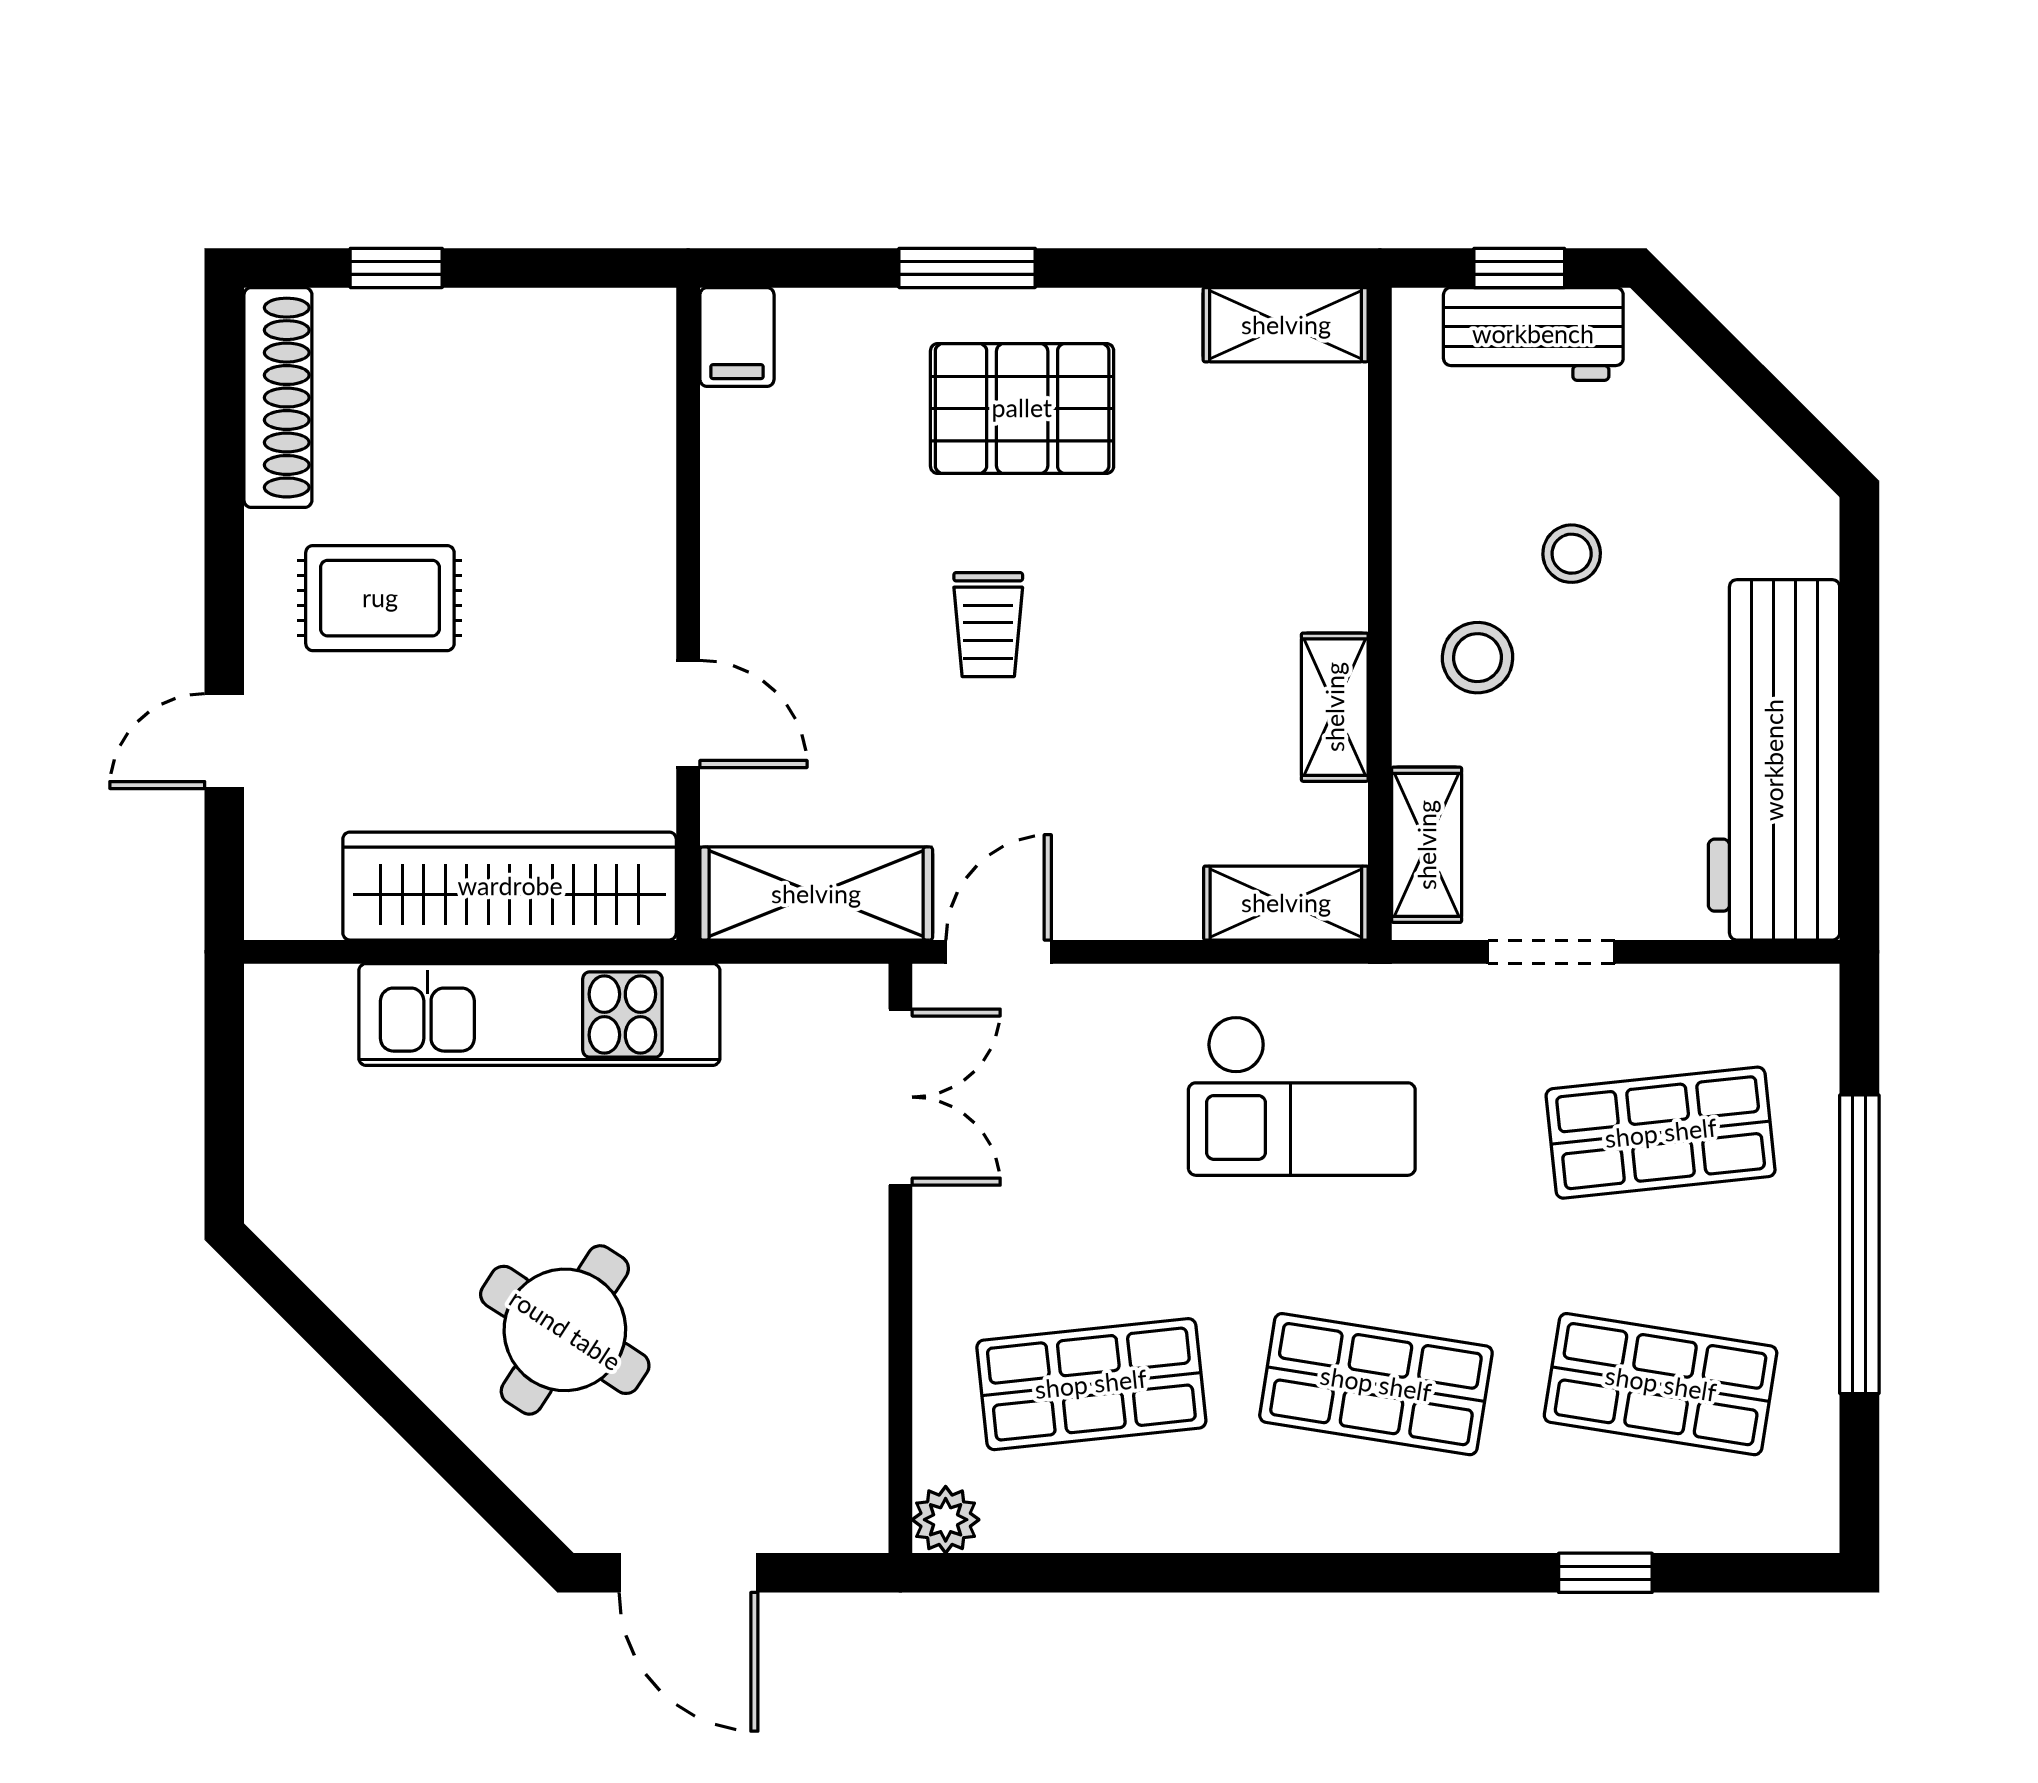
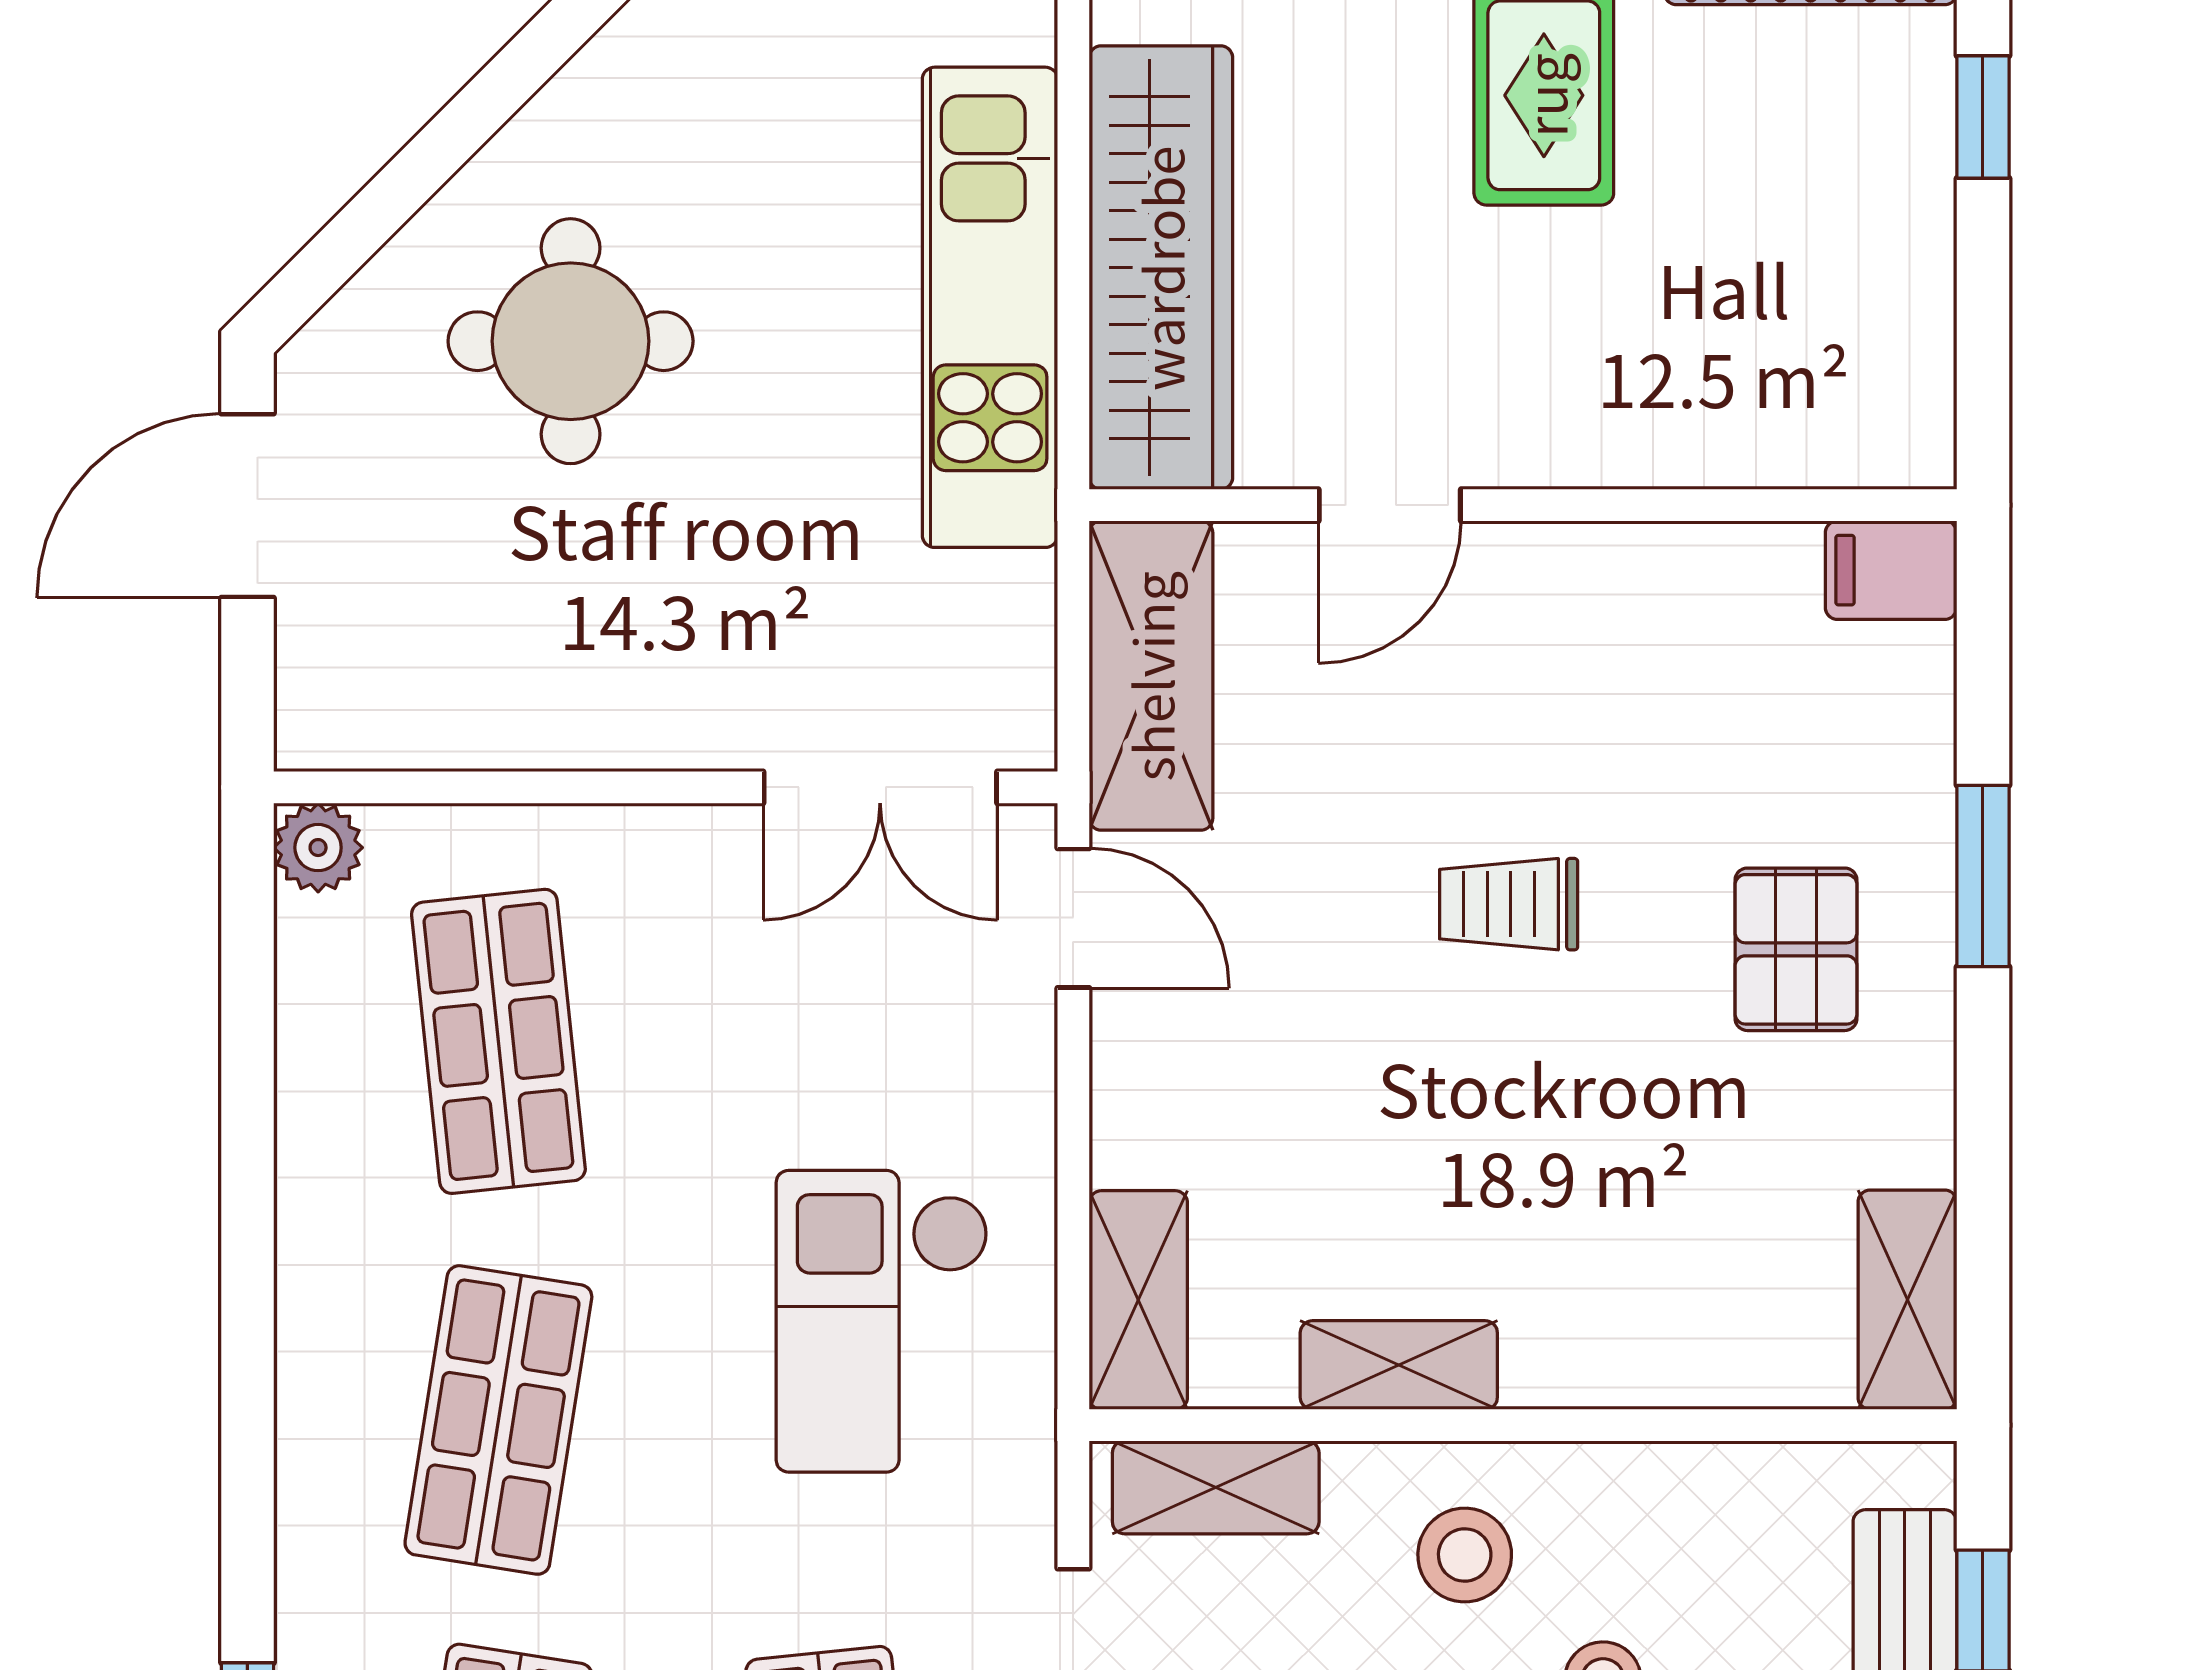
pallet: (1022, 408) -> (1796, 949), width x0.67, depth x0.71
round table: (565, 1330) -> (571, 341), turned -33

